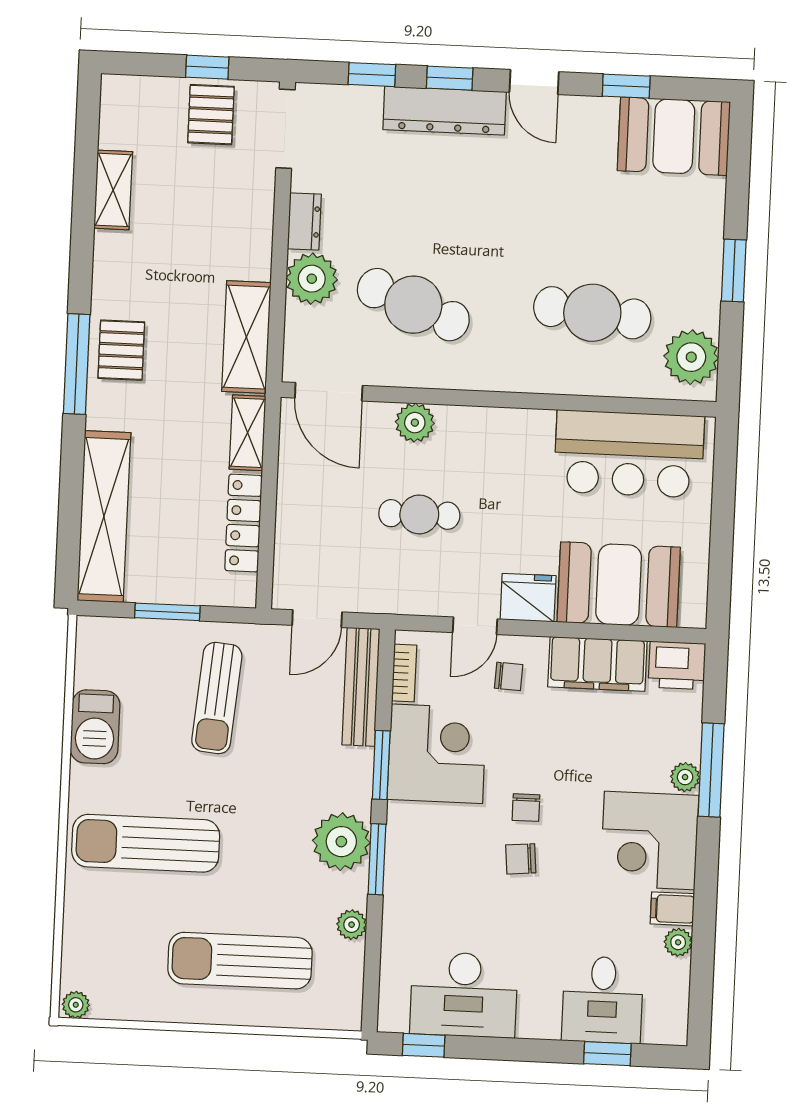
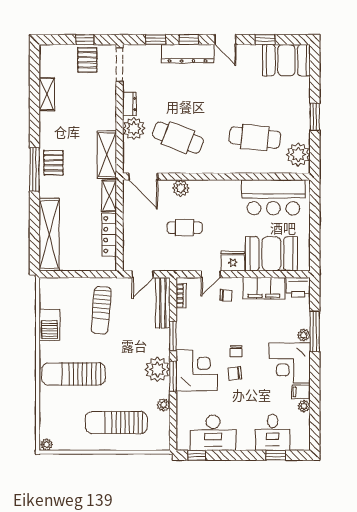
window: (167, 612) -> (78, 274), removed
corner desk: (437, 754) -> (197, 370), moved

